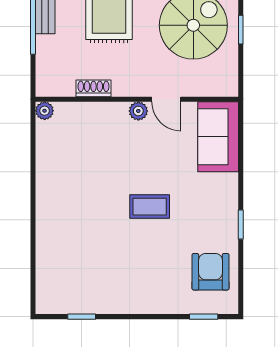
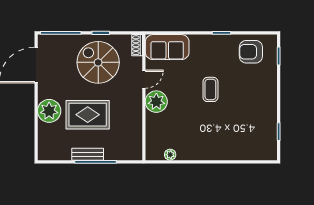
shoe rack: (93, 88) -> (137, 45), moved
plant: (45, 111) -> (170, 155), moved
plant: (138, 111) -> (156, 102), width x1.87, depth x1.87

